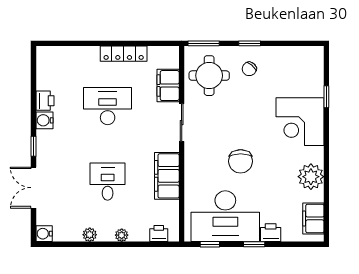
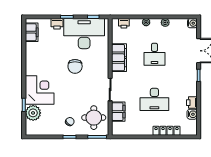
locker: (124, 54) -> (166, 131), moved
water cooler: (45, 120) -> (192, 114), moved
chair: (241, 161) -> (75, 66), turned 180
plant: (311, 177) -> (33, 113), moved

